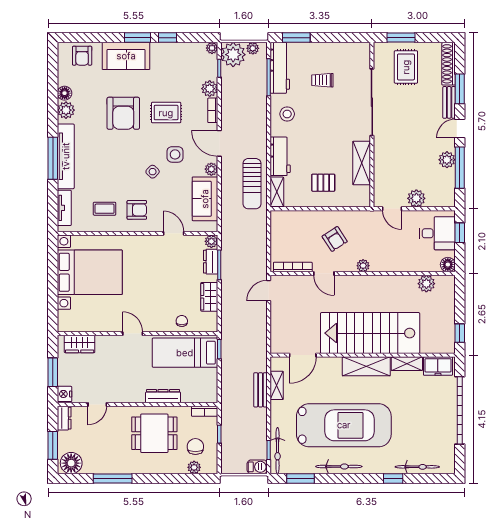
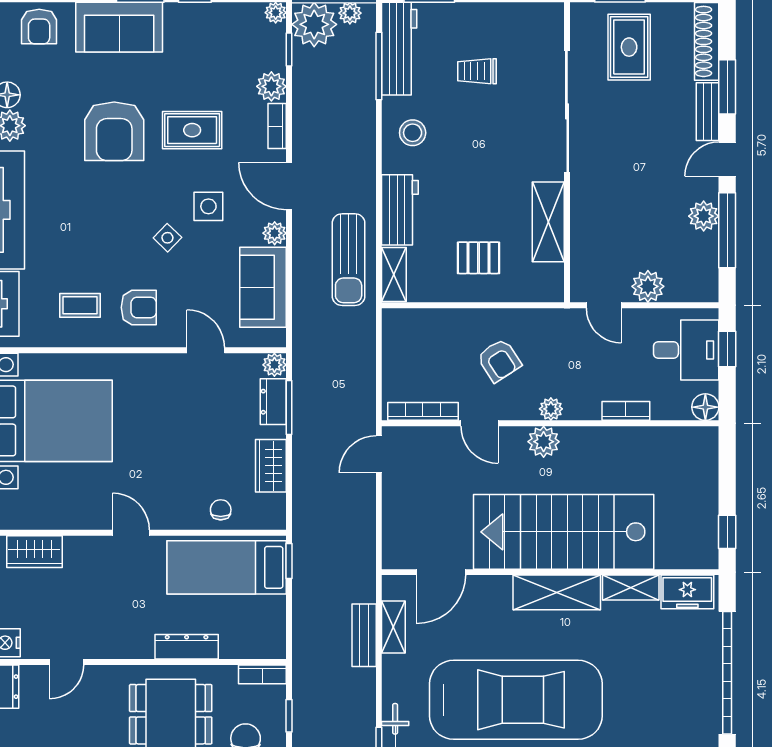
bookcase: (404, 267) -> (626, 411), added
plant: (426, 284) -> (544, 442), moved

